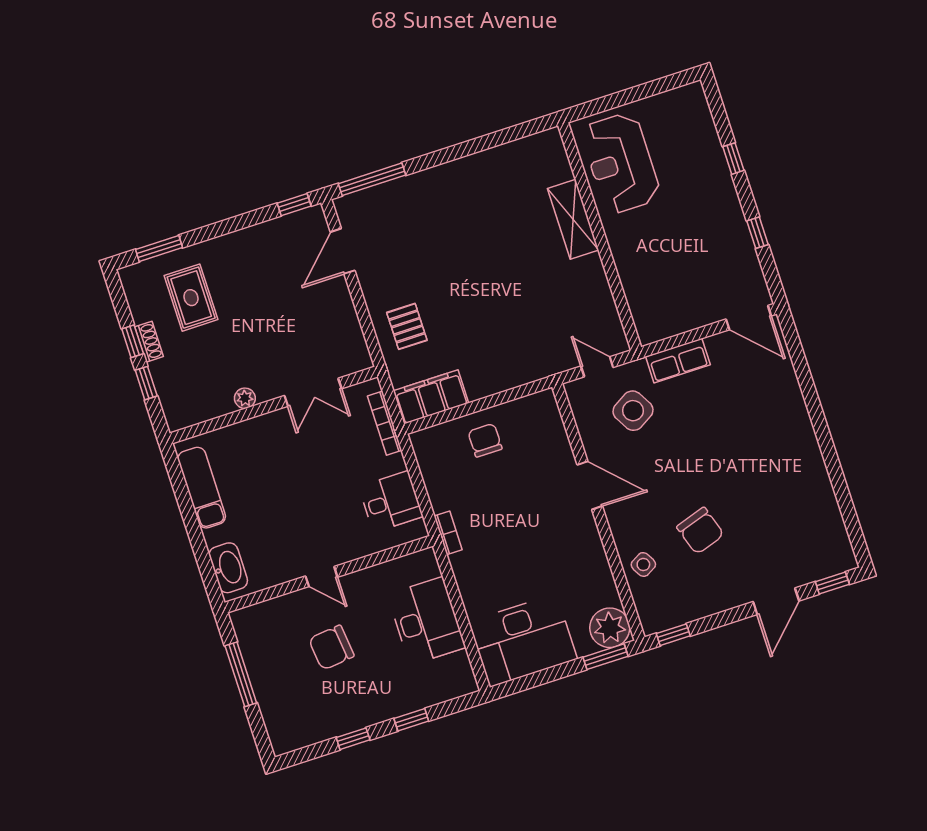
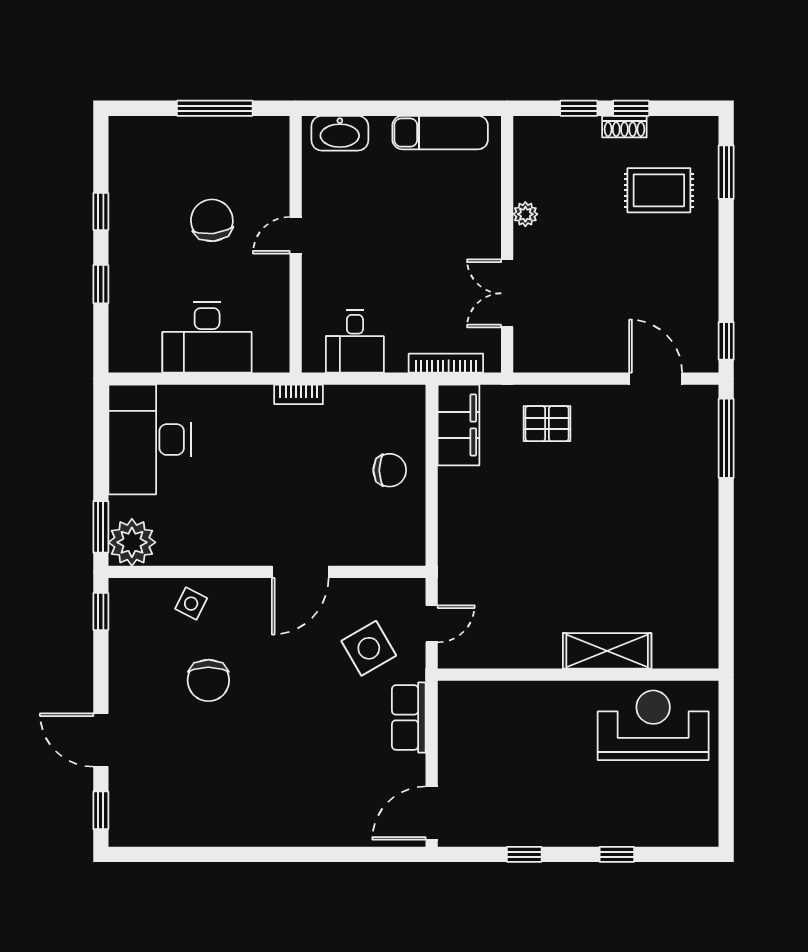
chair: (700, 531) -> (208, 680), turned -72
side table: (643, 564) -> (191, 604), turned -33

